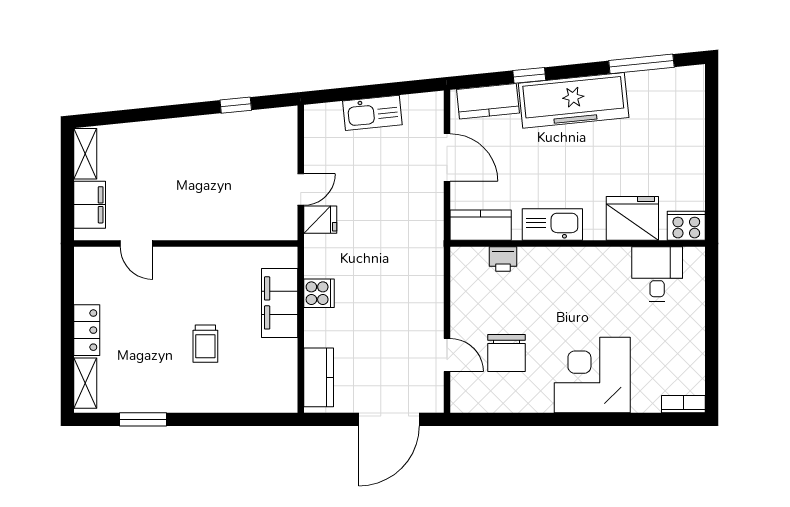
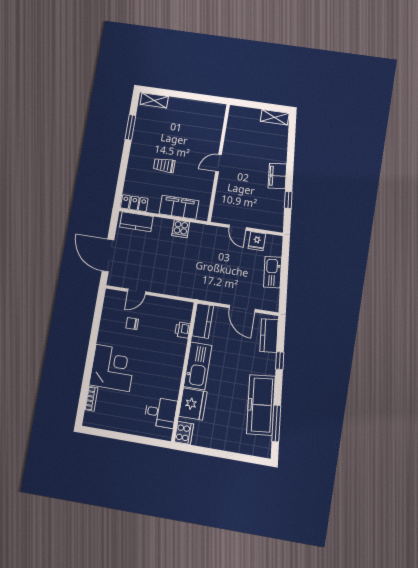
freezer: (574, 100) -> (261, 405), moved
door: (447, 157) -> (242, 309), hinge flipped
filing cabinet: (90, 205) -> (277, 176), moved, turned 84
fridge: (320, 220) -> (257, 241), moved
kitchen sink: (552, 225) -> (198, 366), width x1.36, depth x1.24
door: (136, 244) -> (219, 163), moved
locker: (87, 330) -> (134, 203), moved, turned 180
chair: (506, 353) -> (132, 324), width x0.54, depth x0.54
bookcase: (683, 404) -> (91, 399), moved

